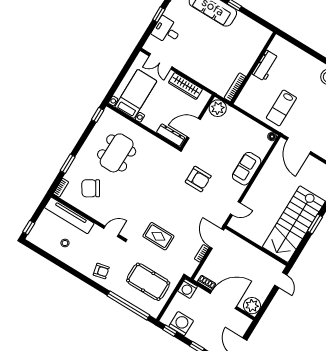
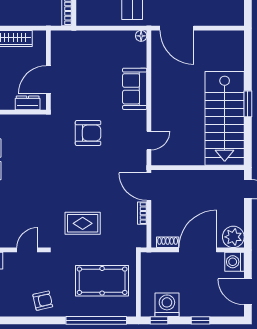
plant: (218, 108) -> (62, 41), removed
dresser: (171, 135) -> (28, 103), width x0.70
washing machine: (188, 289) -> (235, 262), moved, turned 90

